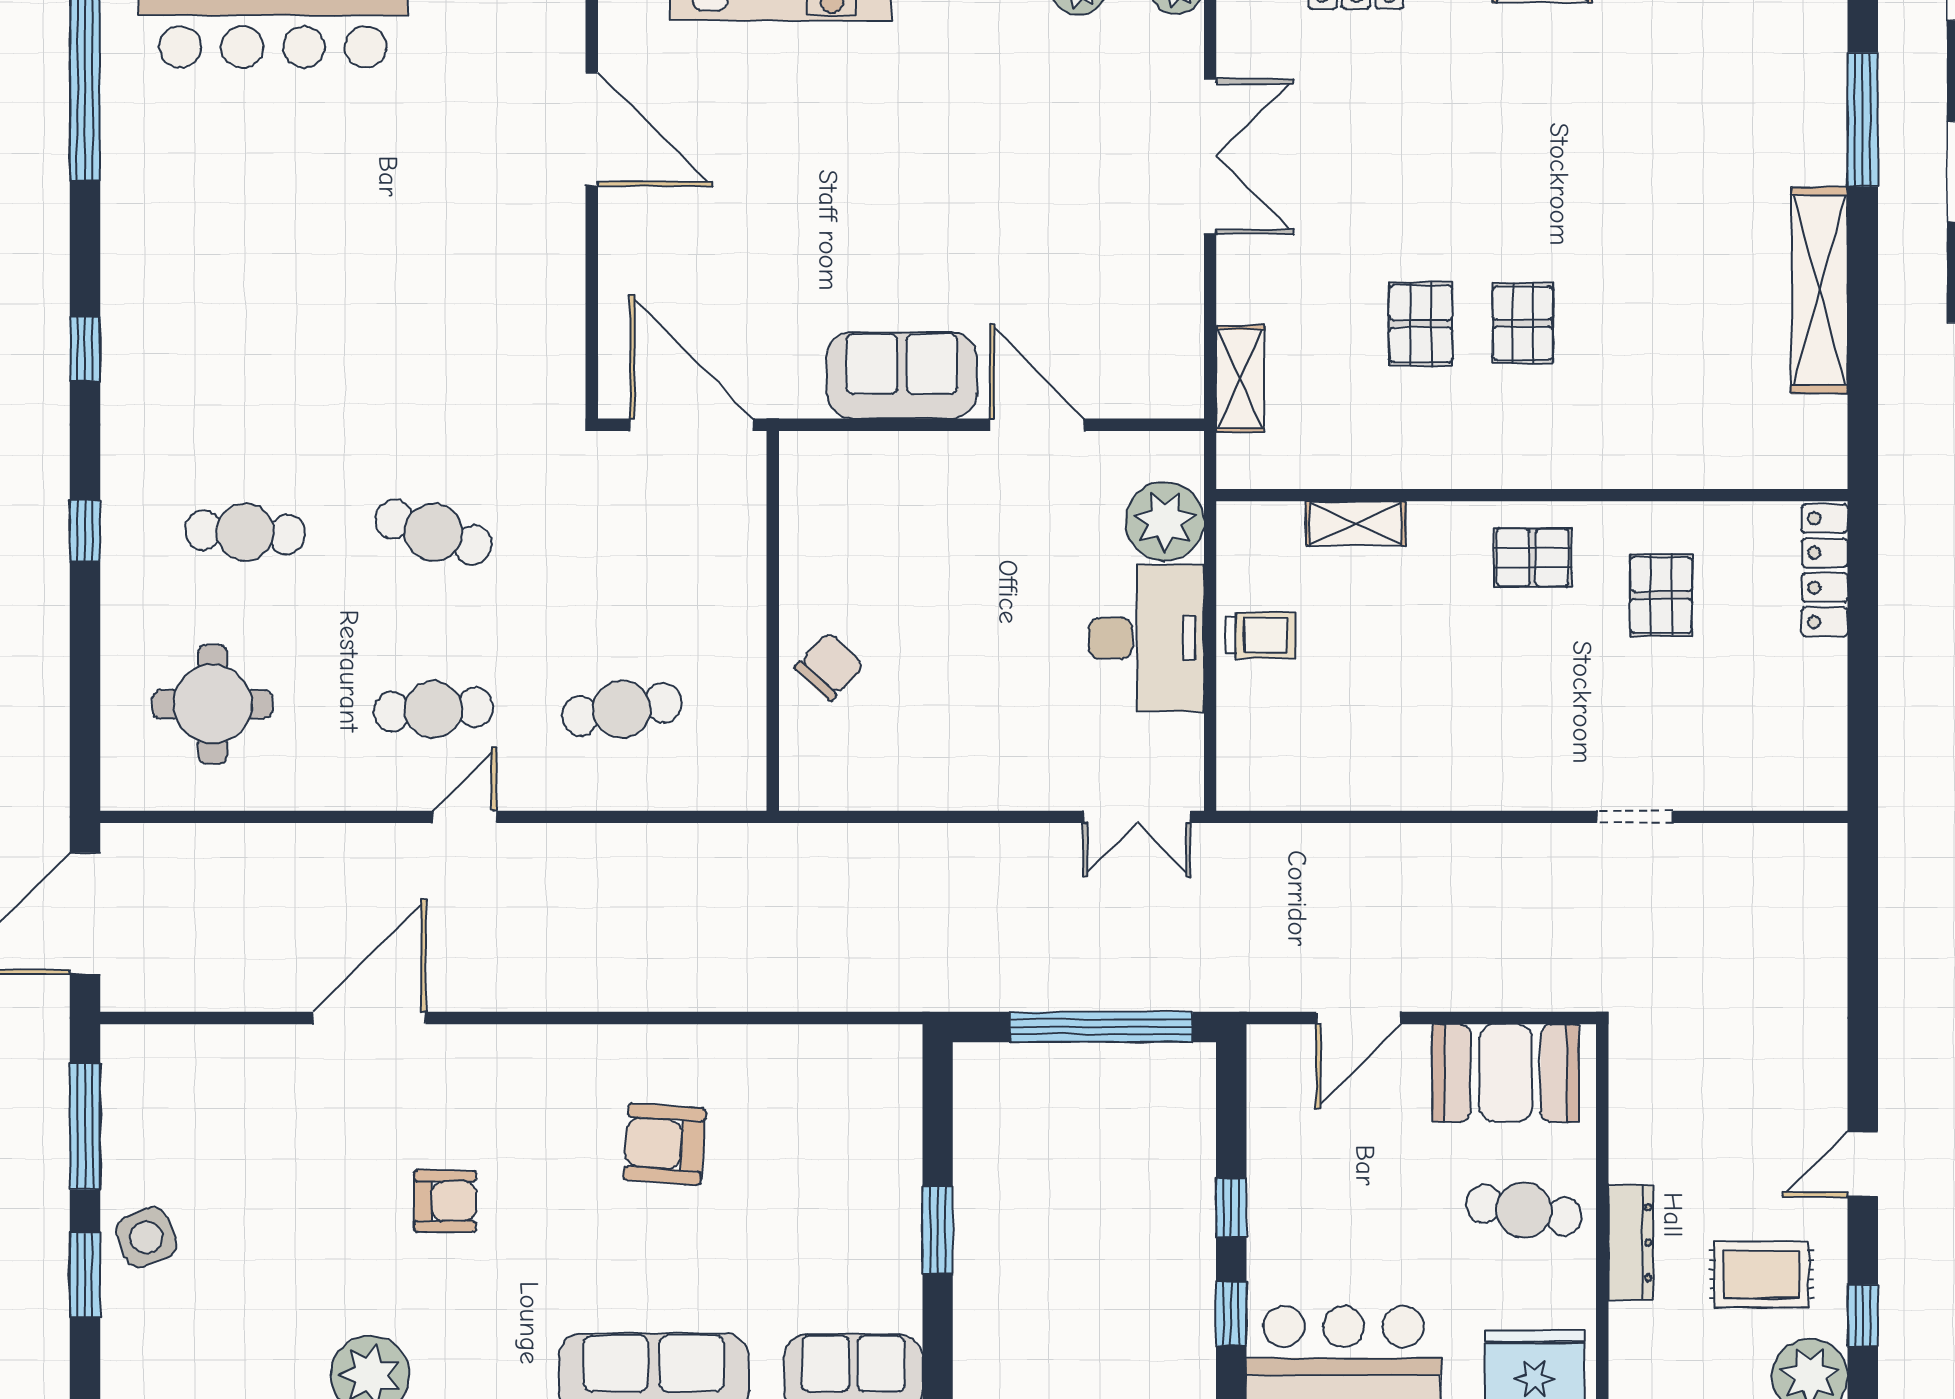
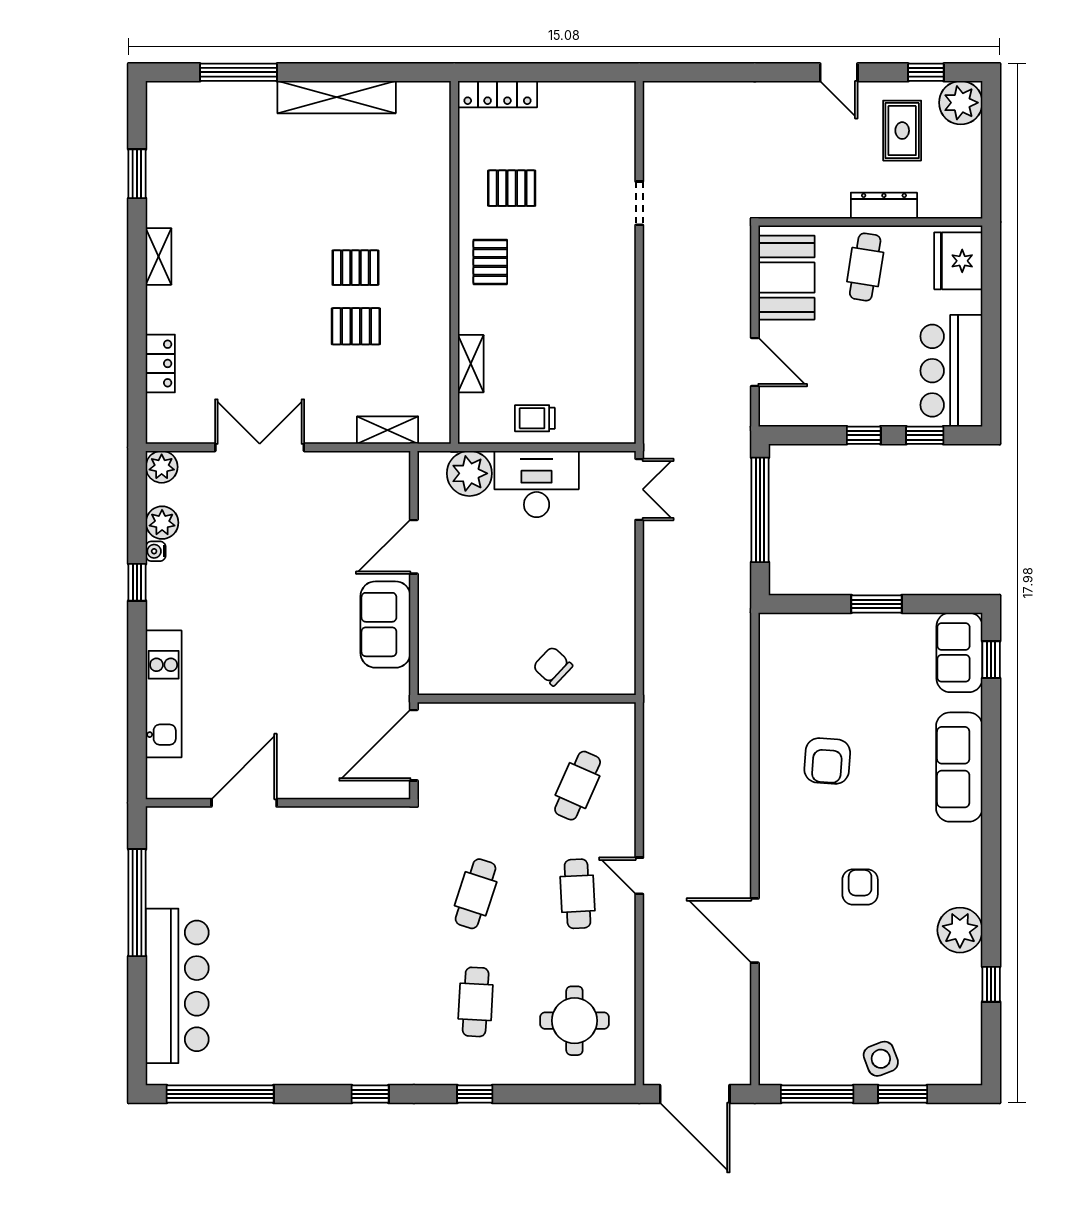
trolley: (1261, 635) -> (535, 418), turned -90
cafe table: (622, 709) -> (578, 786), turned 33

